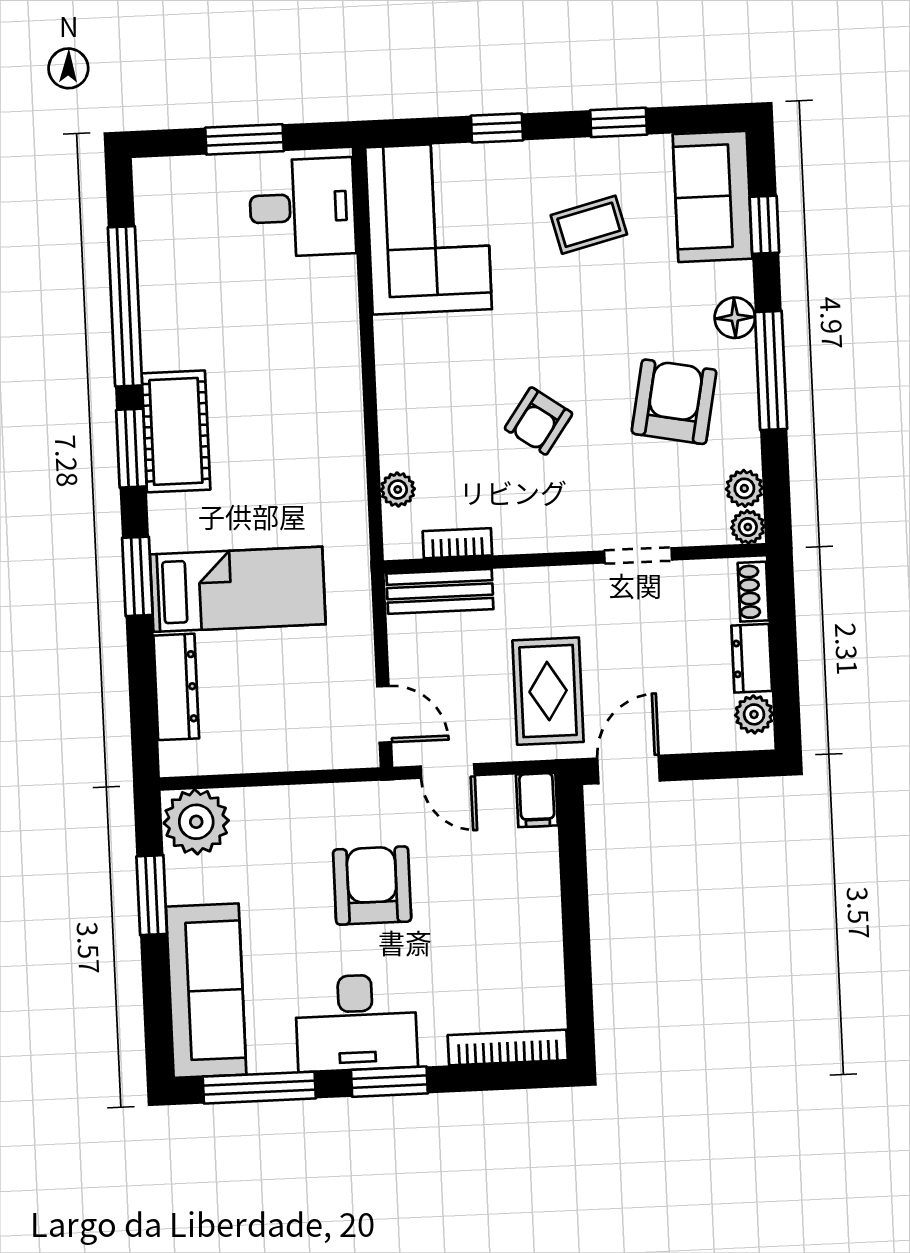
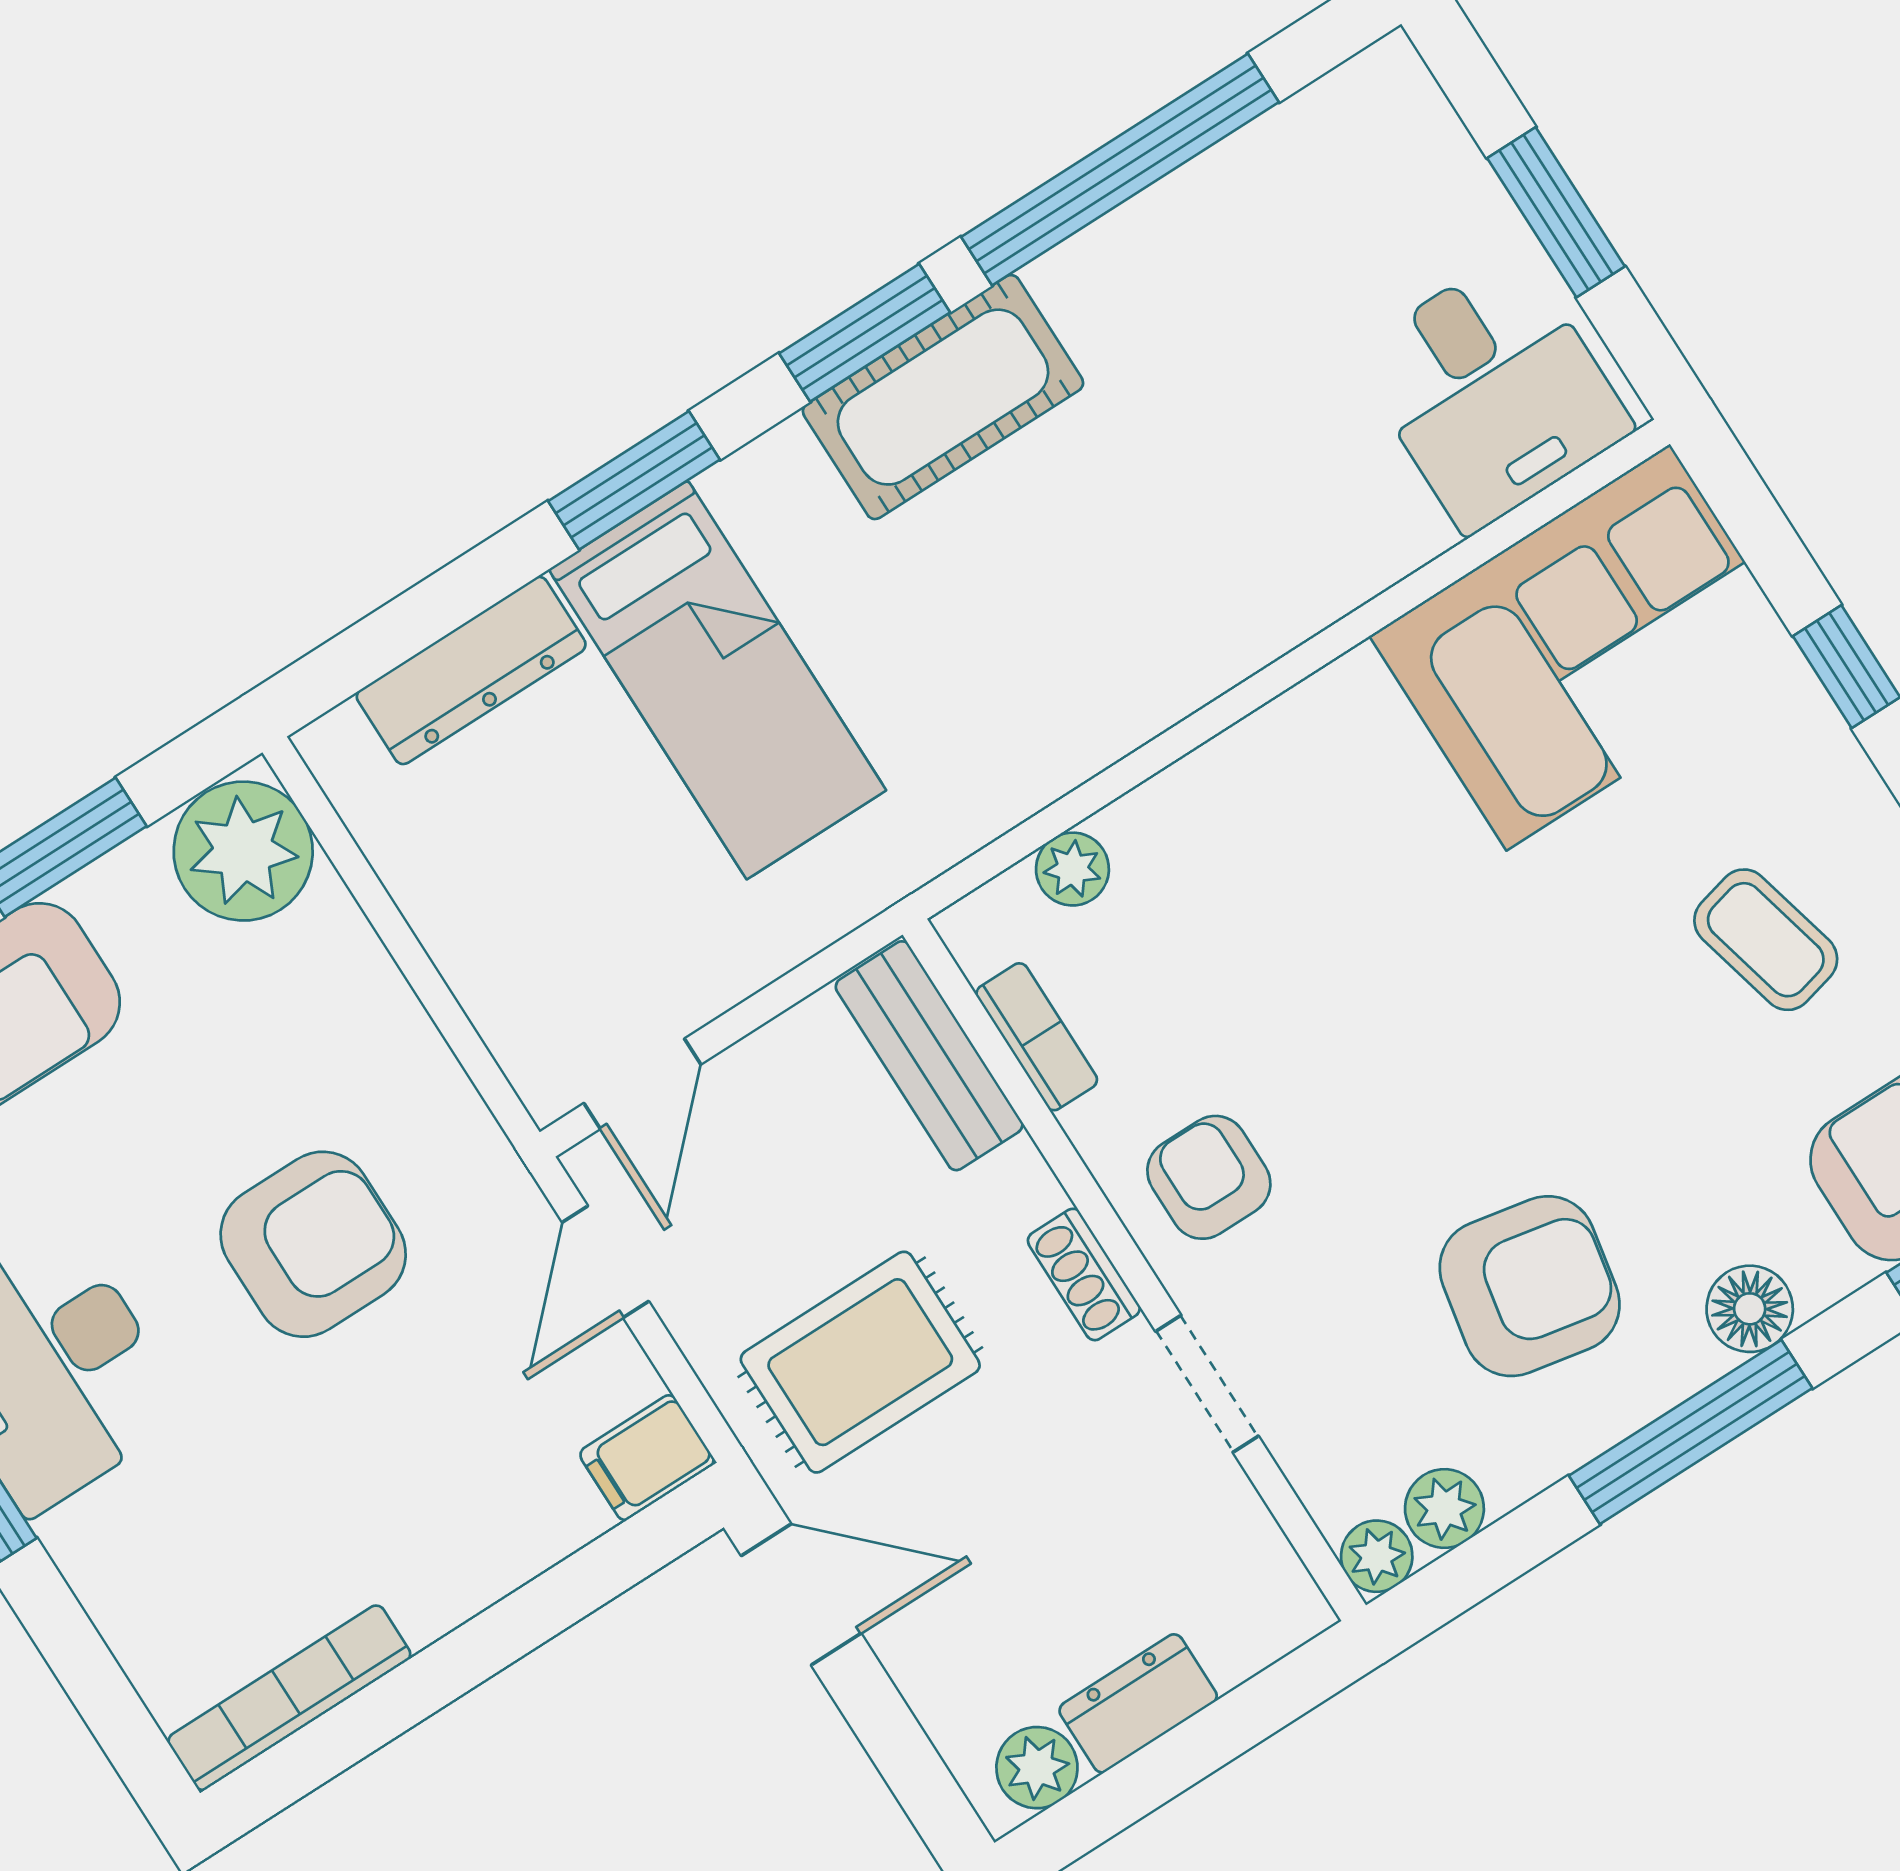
armchair: (539, 421) -> (1209, 1177), moved, turned 55
shoe rack: (753, 592) -> (1084, 1274), moved, turned -90
bookcase: (508, 1048) -> (289, 1698), moved, turned -90

